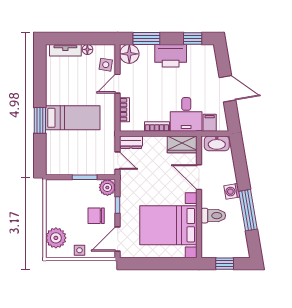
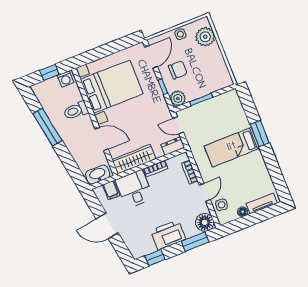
wardrobe: (182, 144) -> (134, 159), width x1.50
washing machine: (232, 191) -> (65, 79), moved, turned 100

